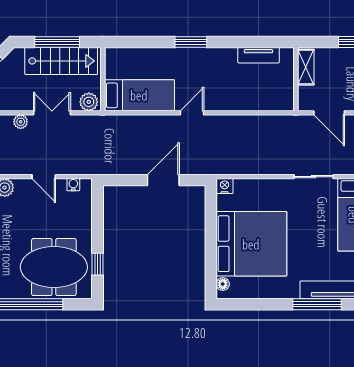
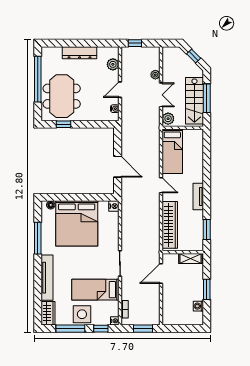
window: (191, 42) -> (207, 229), moved
tv unit: (258, 55) -> (198, 197), moved
wardrobe: (254, 99) -> (170, 225), added
window: (317, 304) -> (38, 238), moved

